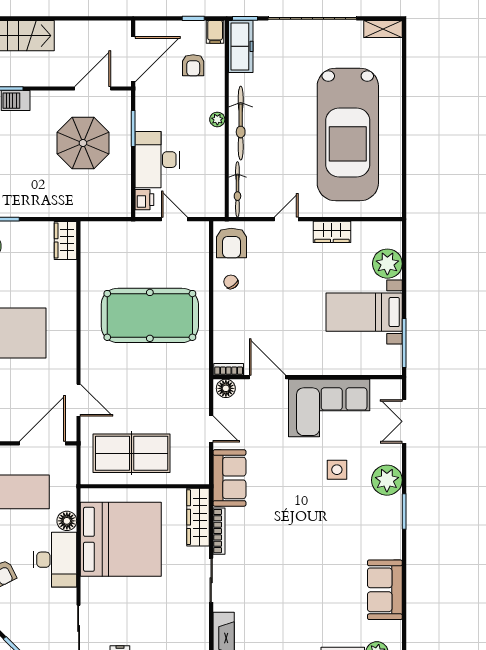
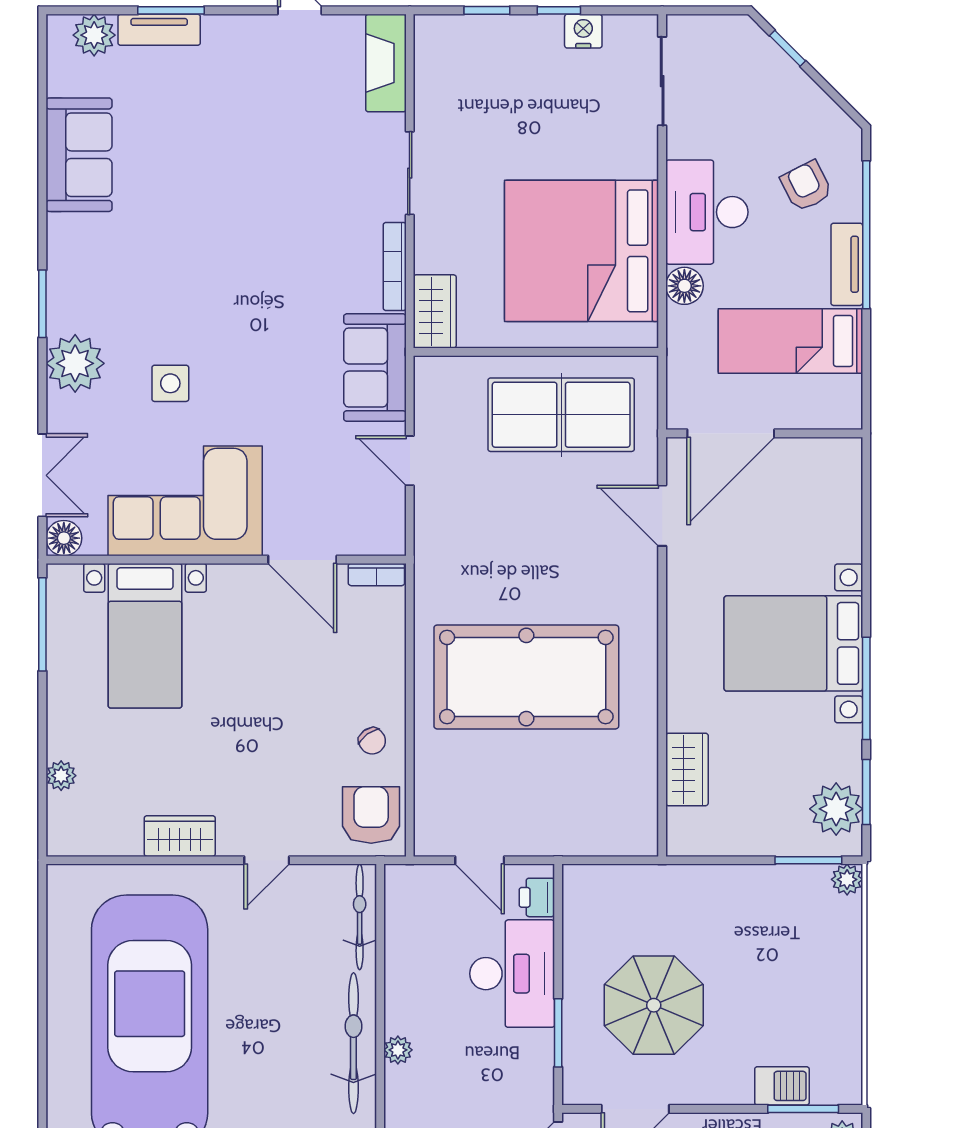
wardrobe: (65, 240) -> (687, 769), moved
plant: (387, 264) -> (61, 776), width x0.53, depth x0.53
bed with nightstands: (364, 312) -> (145, 636), moved, turned 90
floor lamp: (226, 388) -> (64, 538), moved
wardrobe: (198, 517) -> (435, 311), width x0.67

